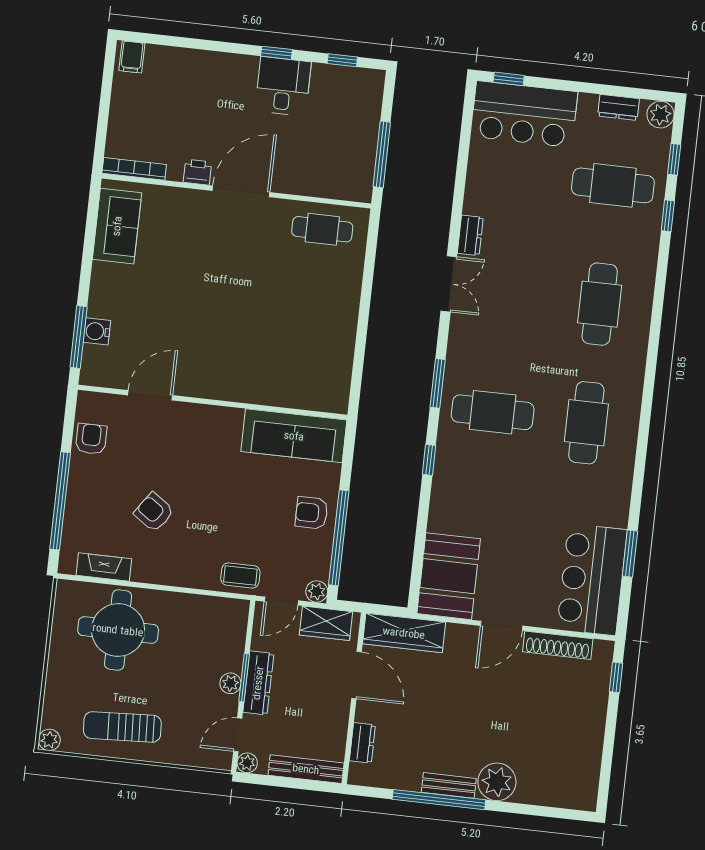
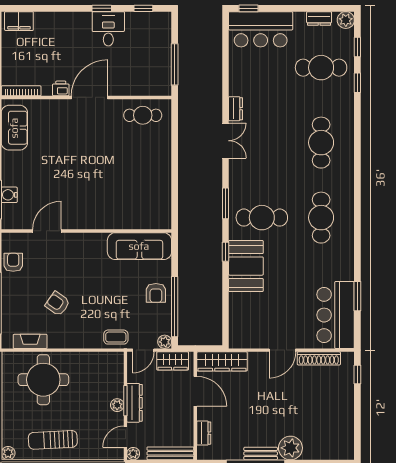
filing cabinet: (132, 57) -> (19, 21), width x2.00
armchair: (312, 513) -> (156, 293), turned -90
booth: (449, 576) -> (246, 266), moved

